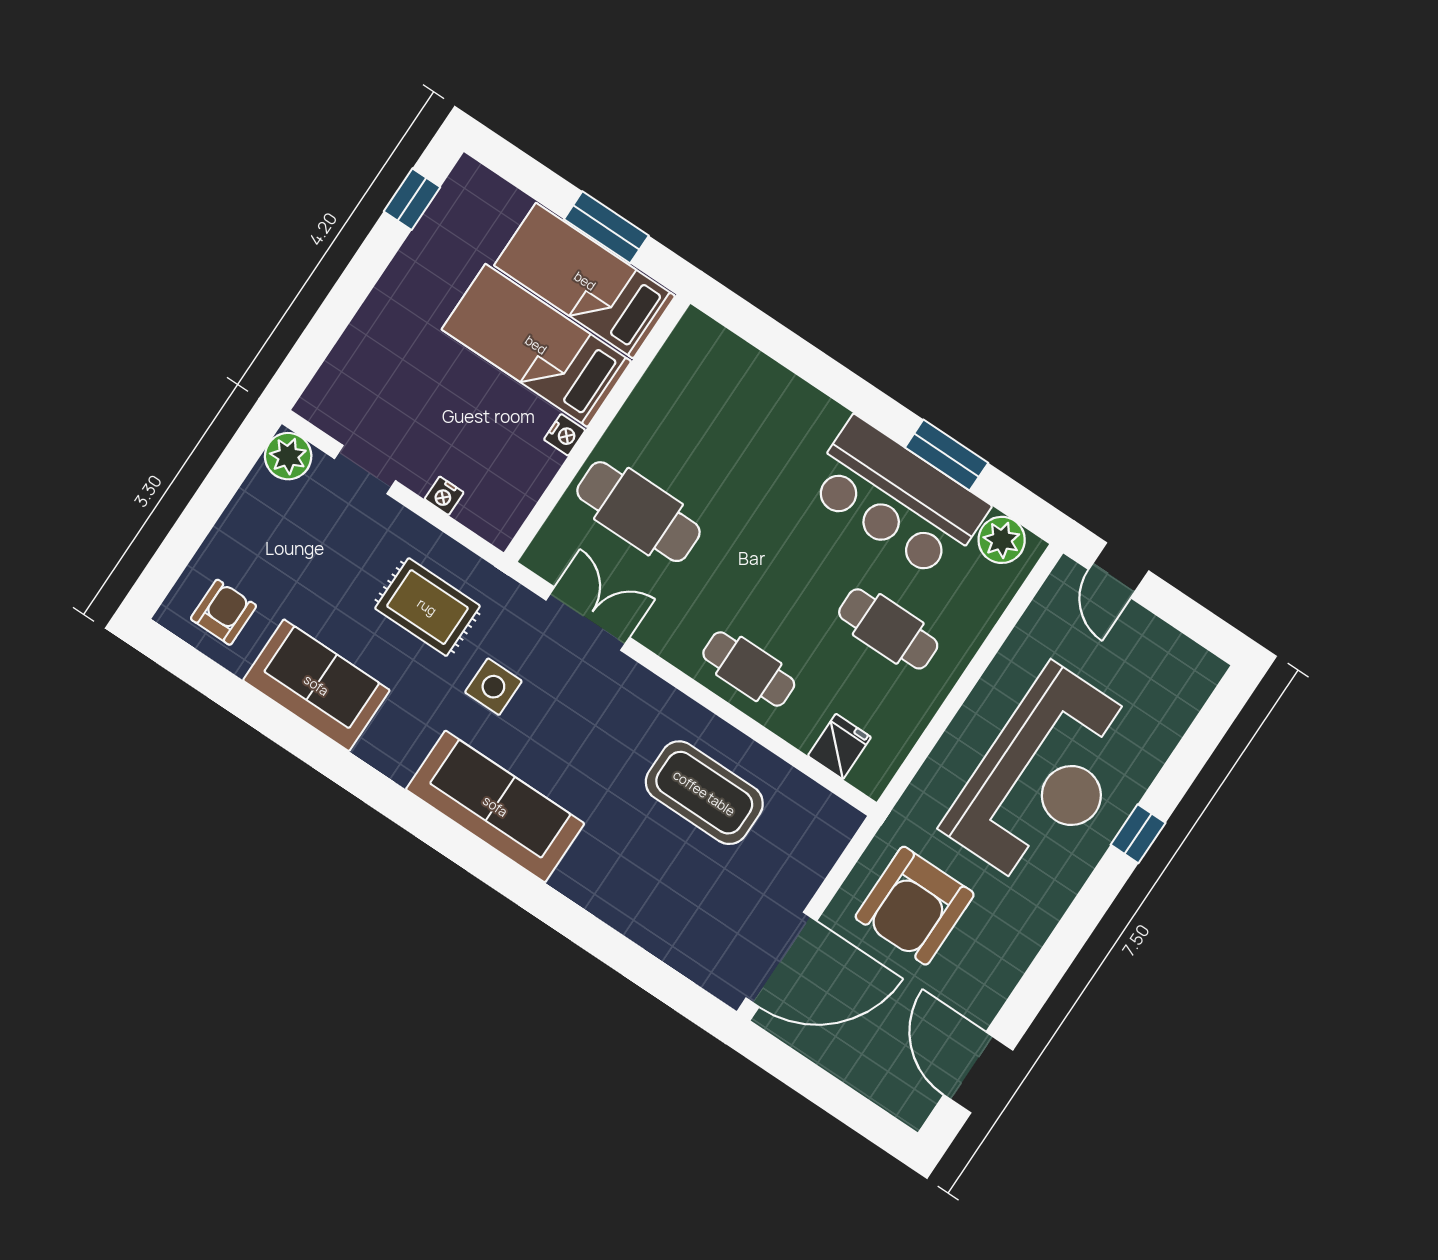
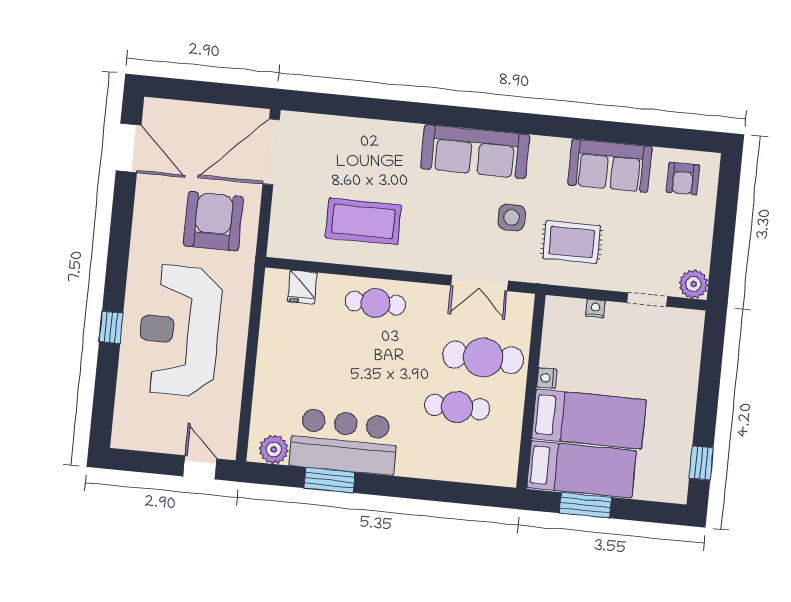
cafe table: (888, 629) -> (457, 407), moved

